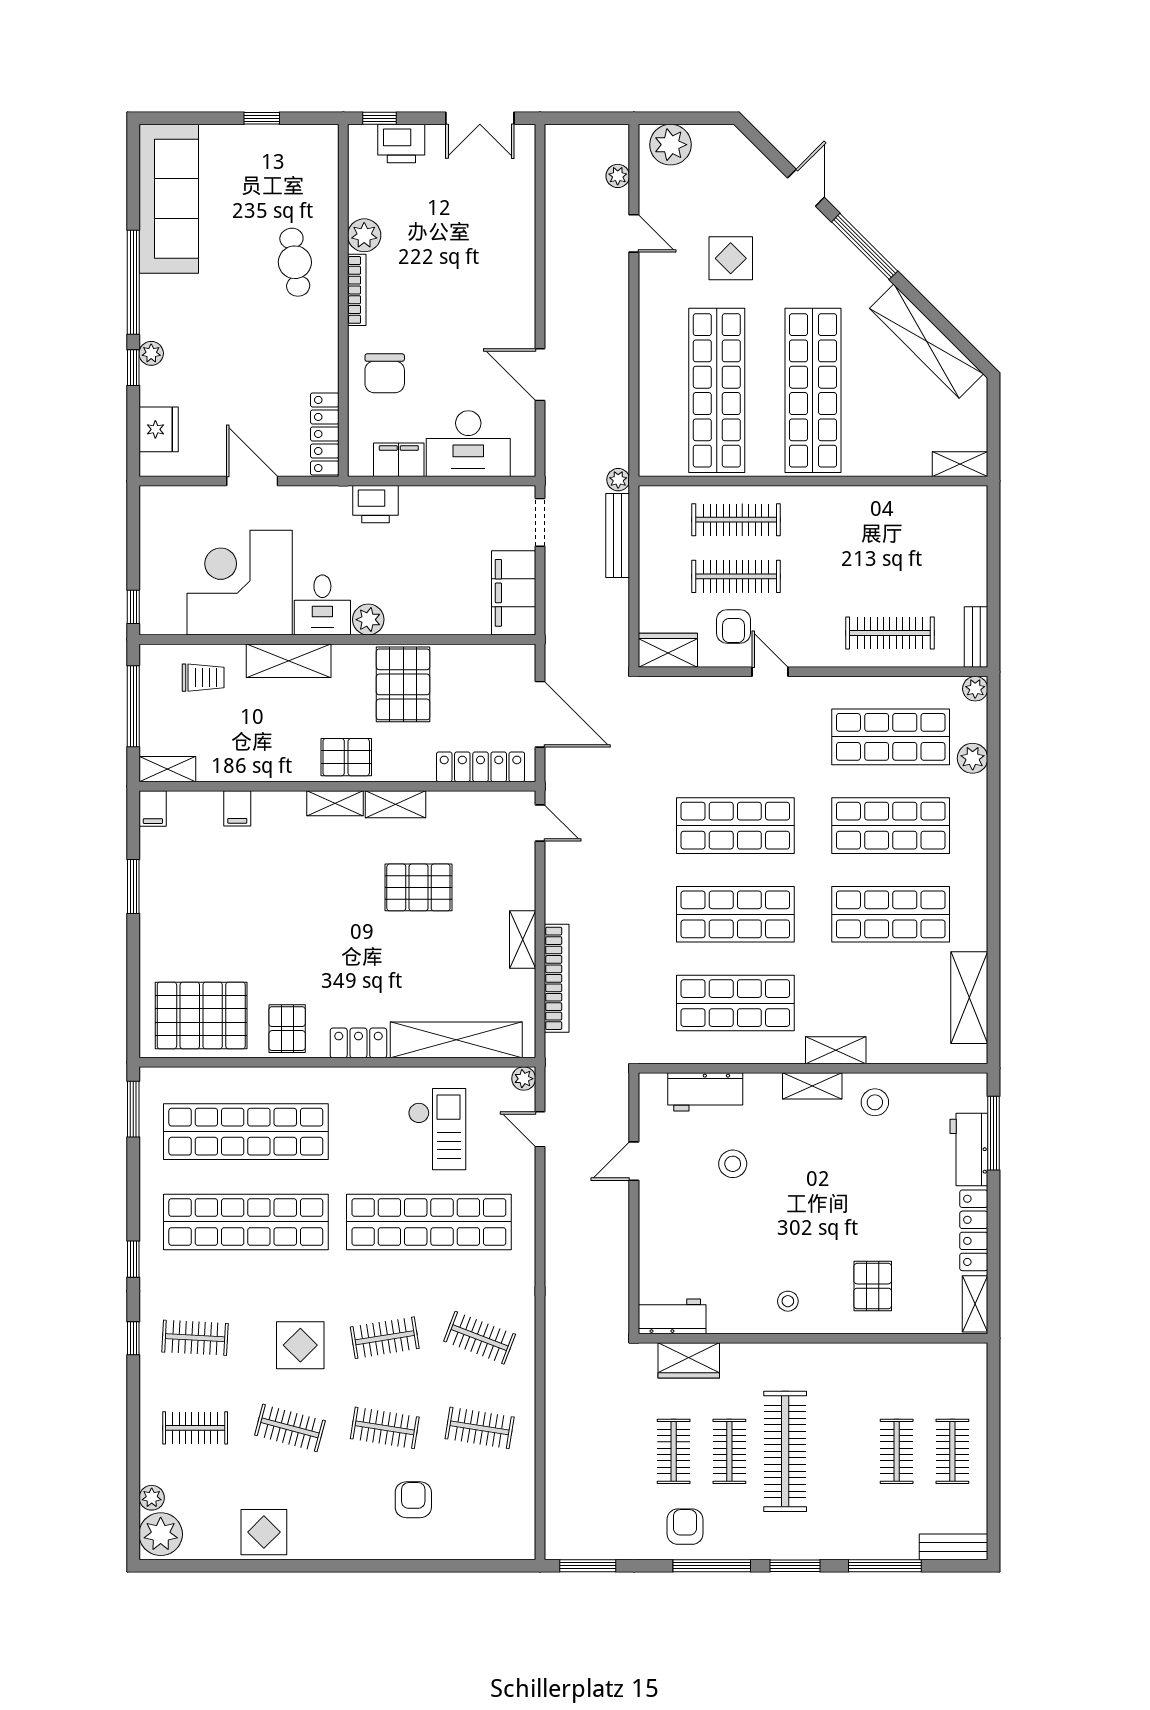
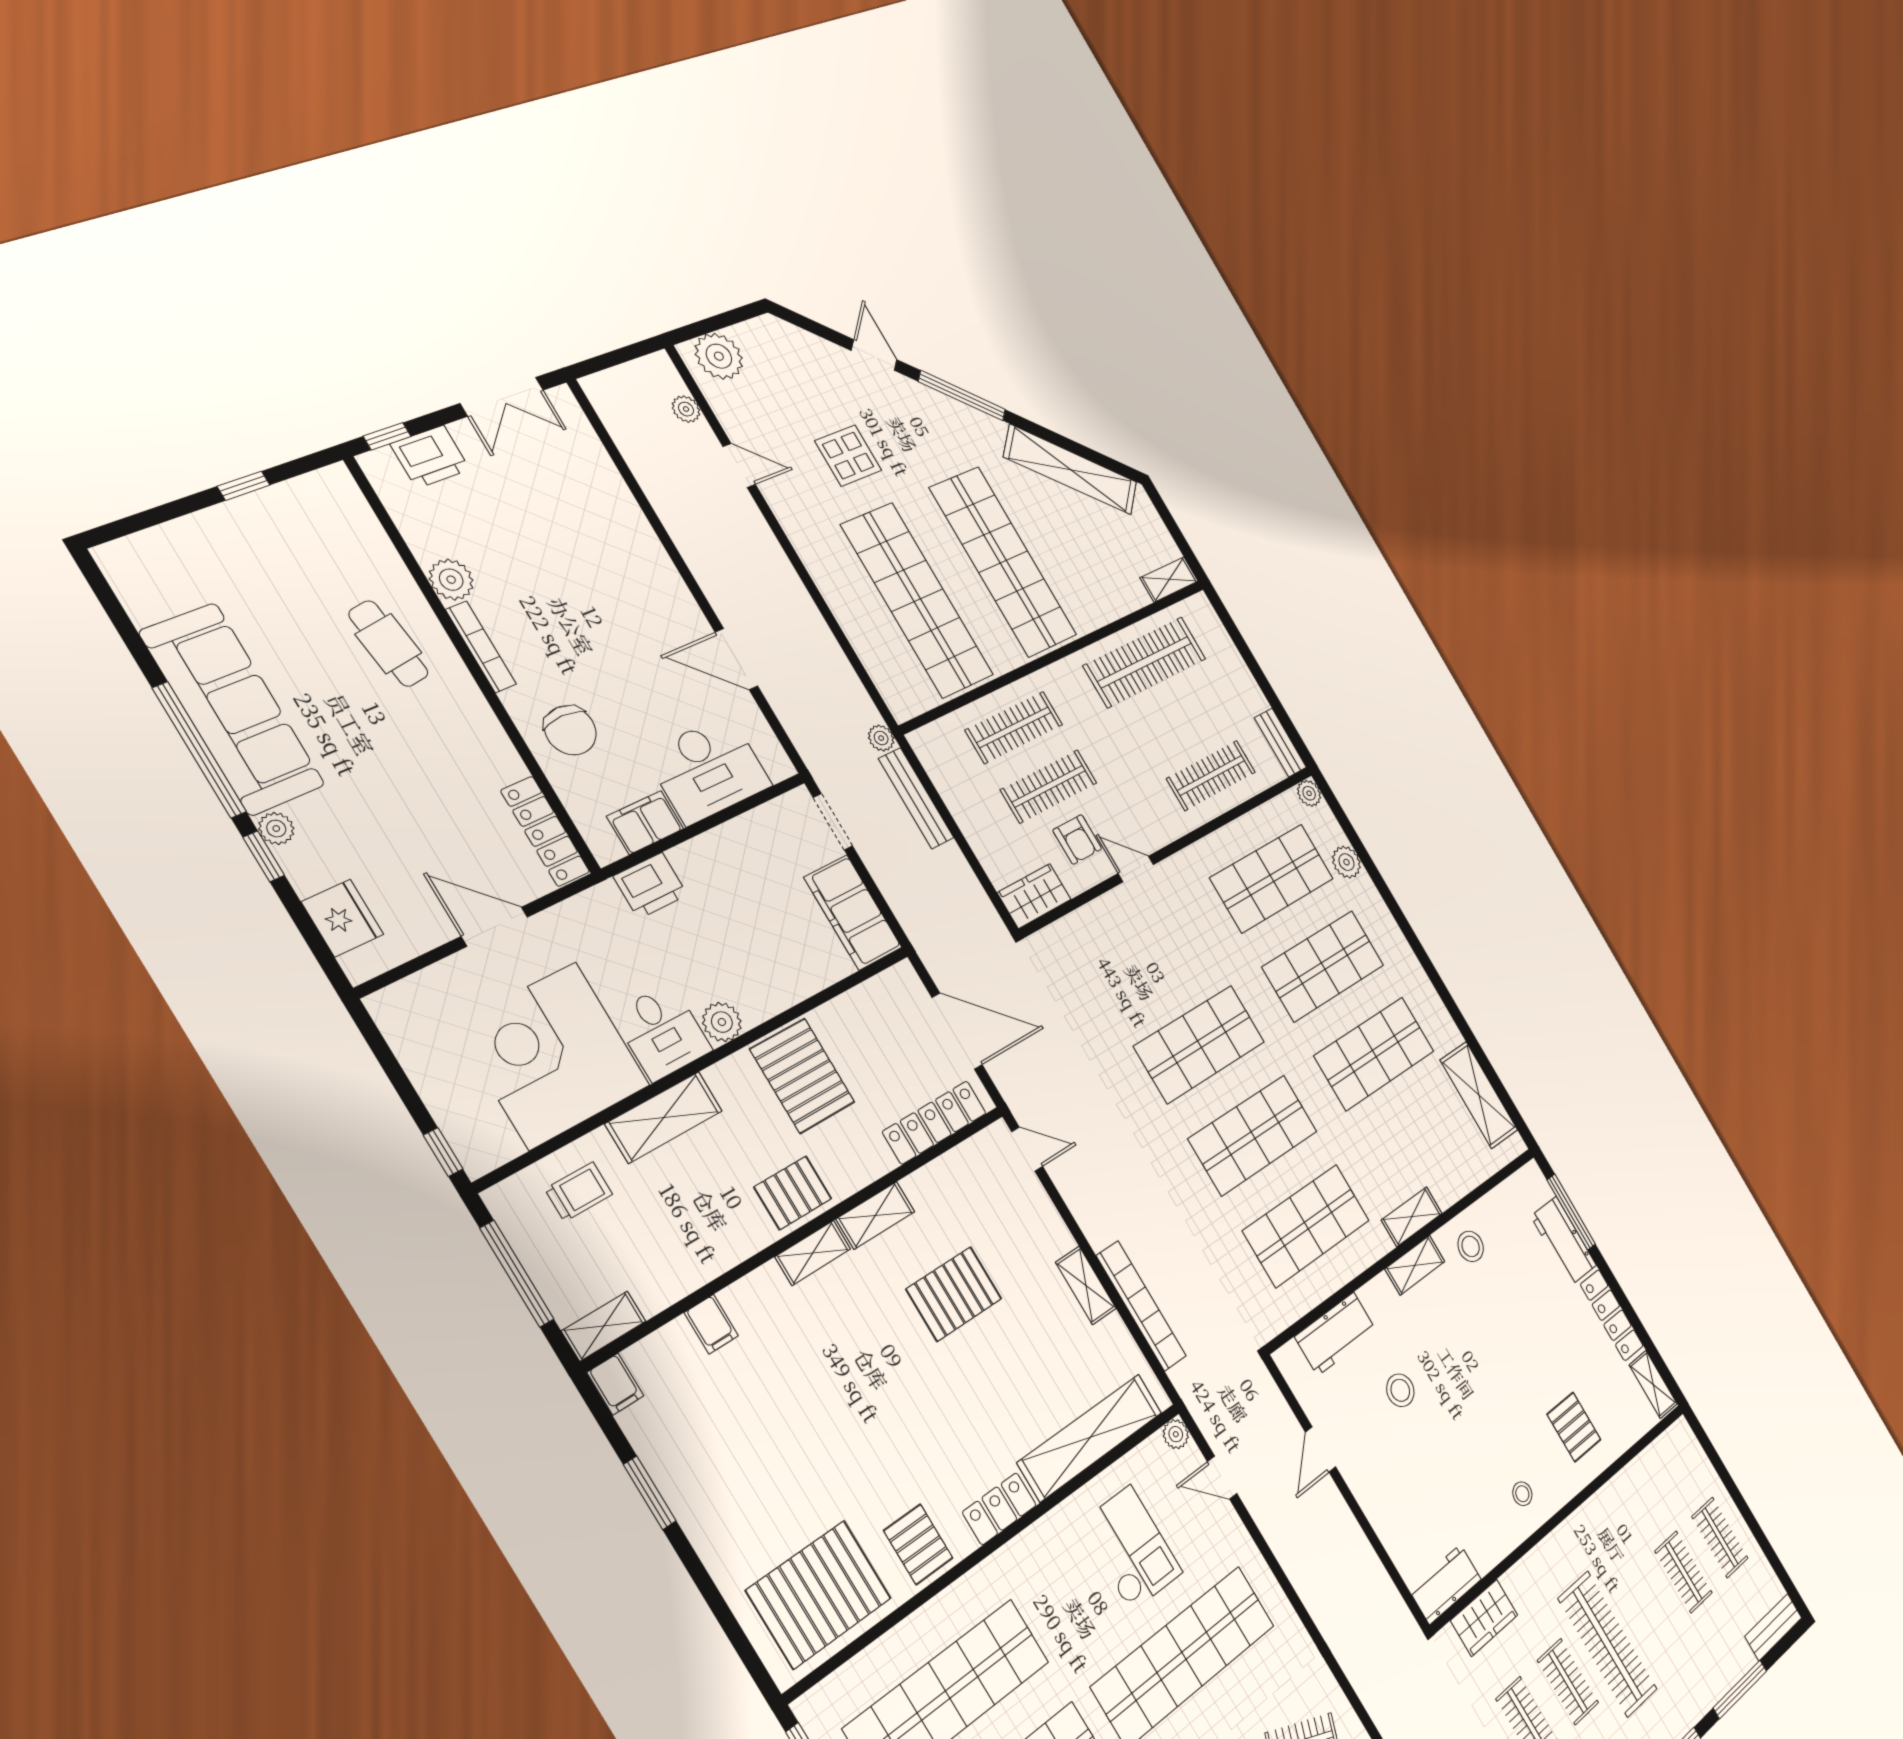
sofa: (169, 199) -> (232, 709), moved
clothes rail: (890, 520) -> (1145, 662), added

